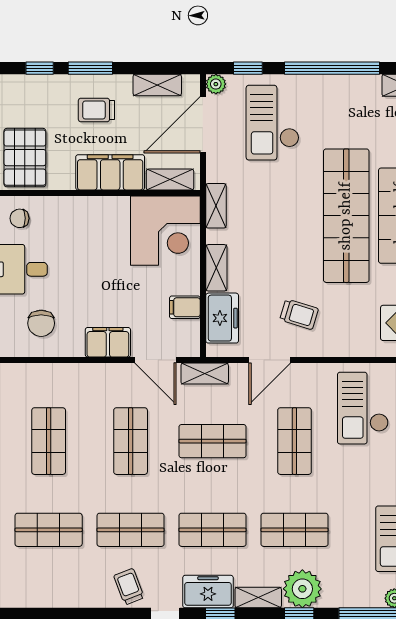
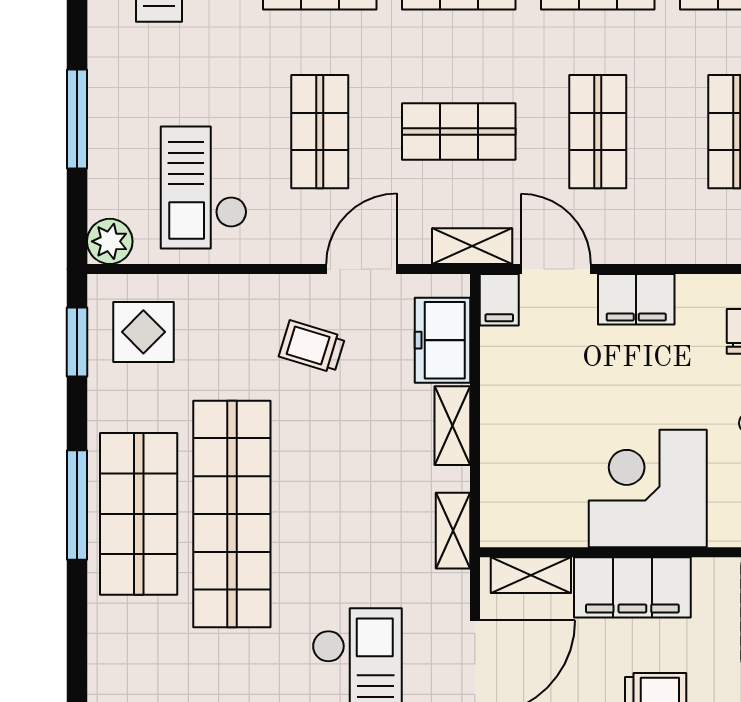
corner desk: (165, 231) -> (648, 489), moved
filing cabinet: (185, 307) -> (499, 300), moved, turned 90
checkout: (363, 408) -> (204, 188), turned 180

